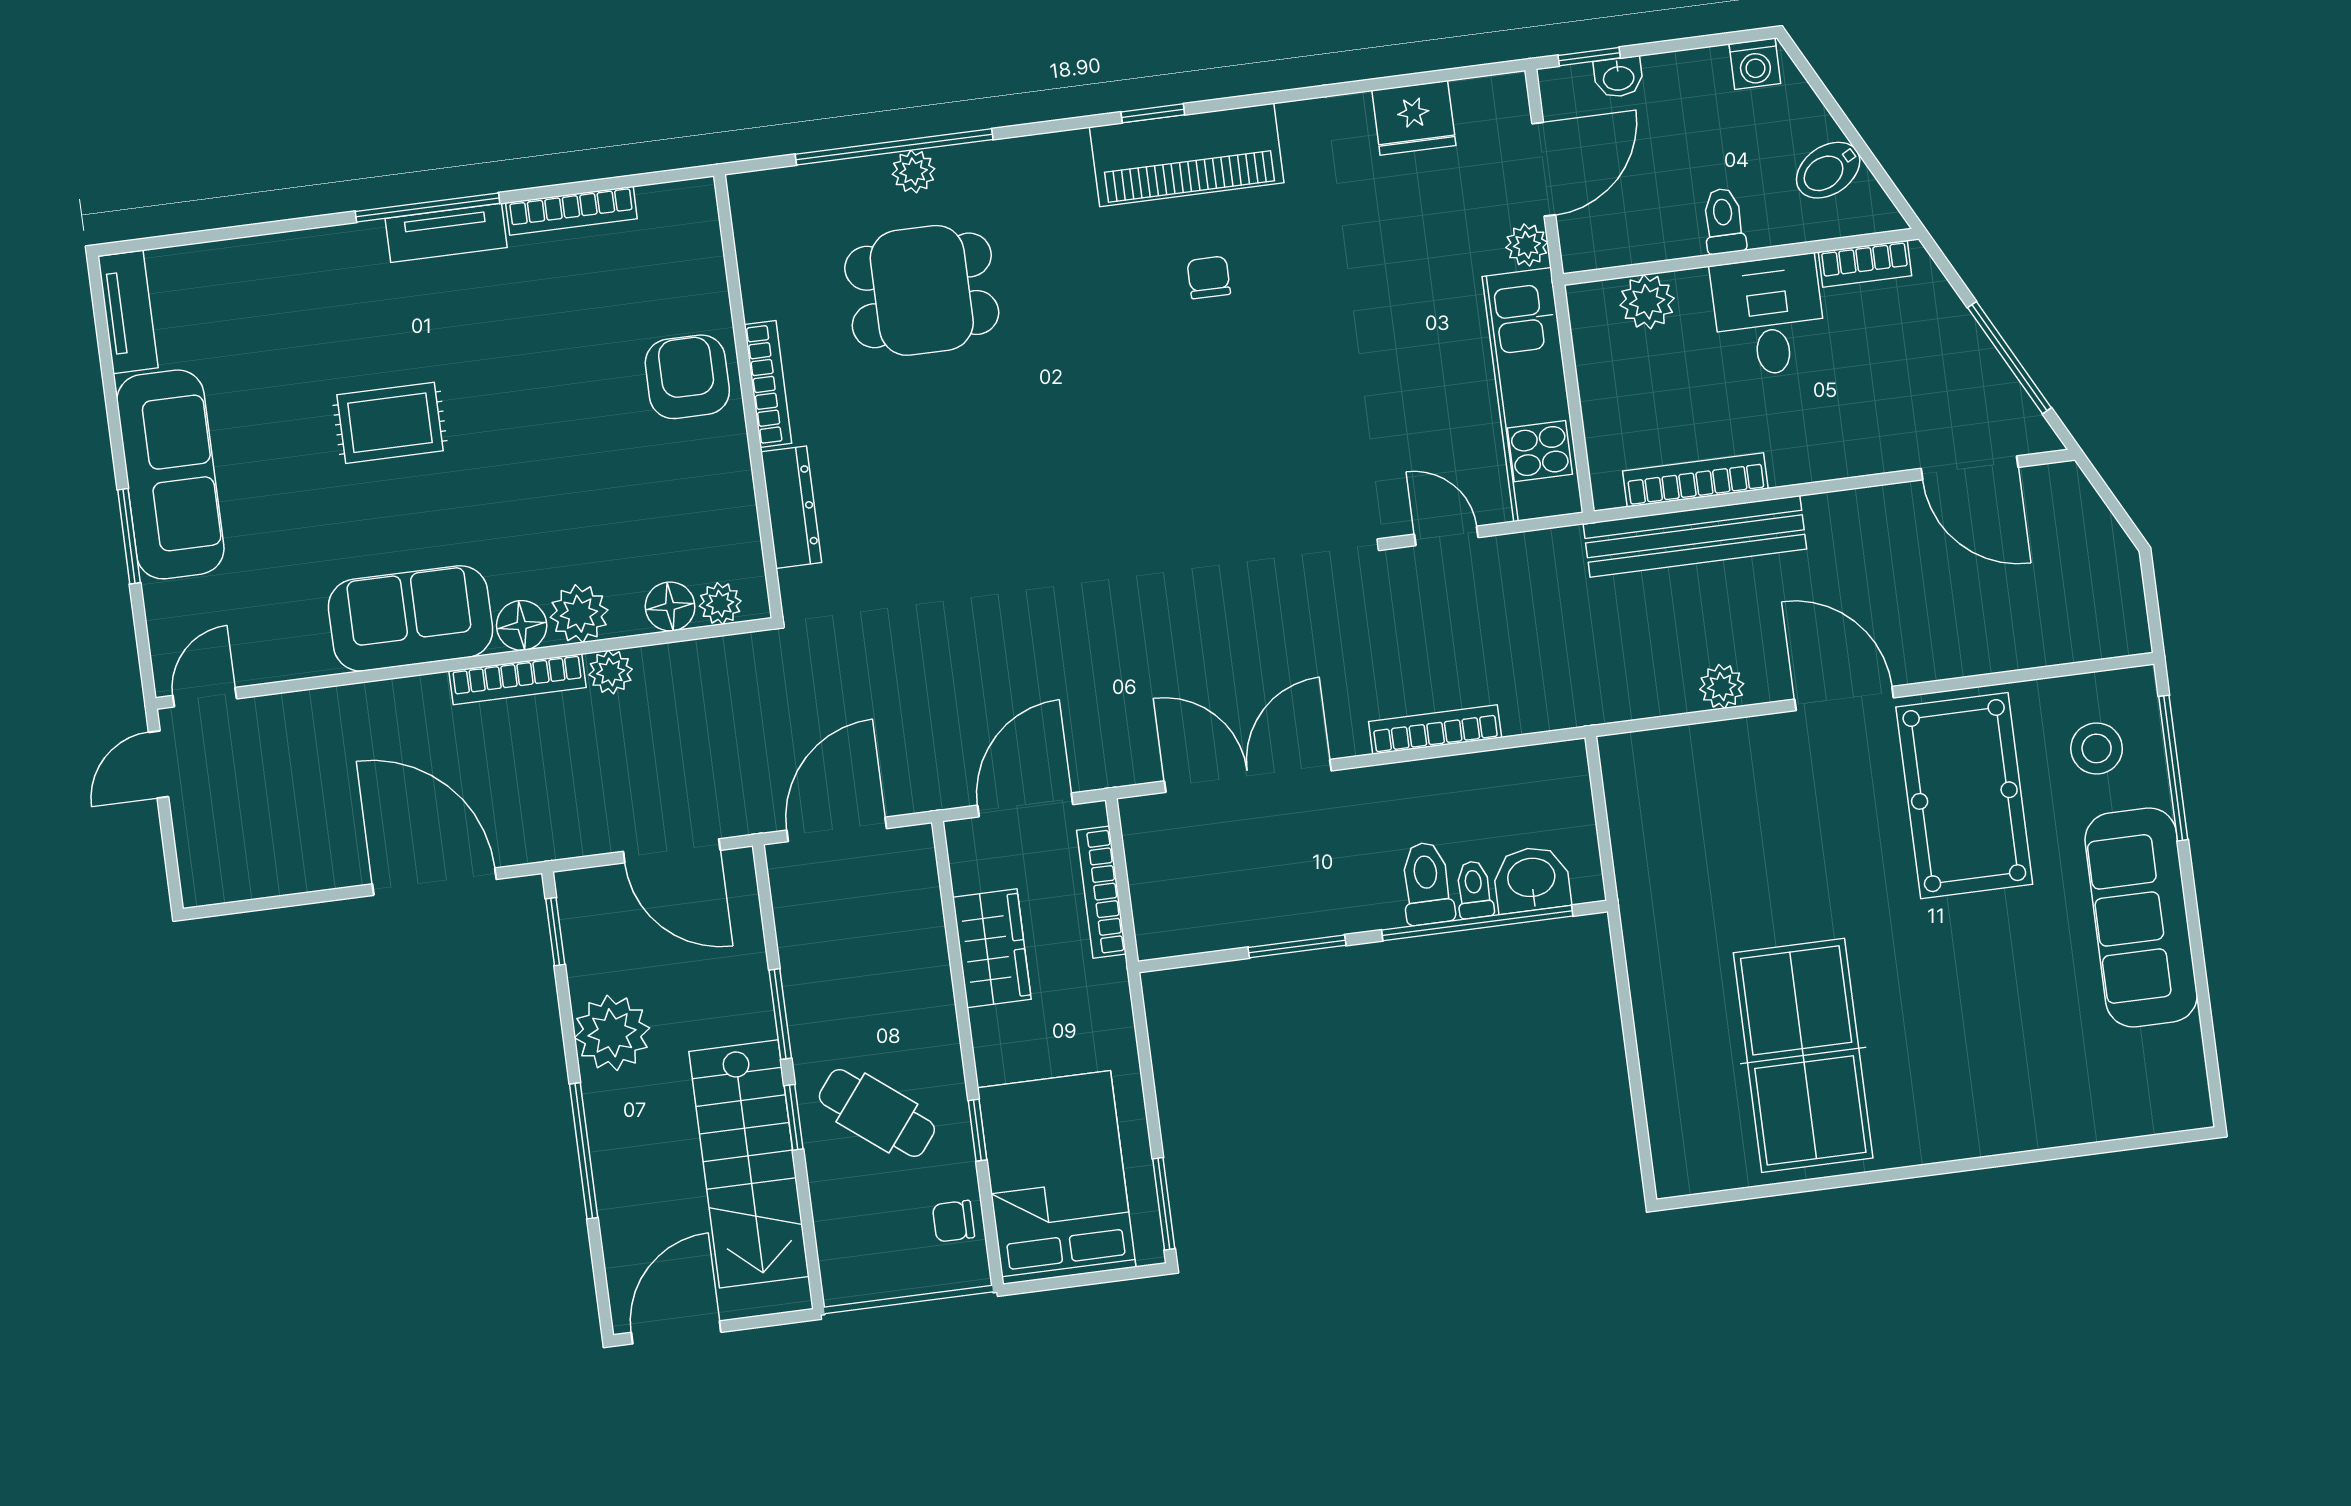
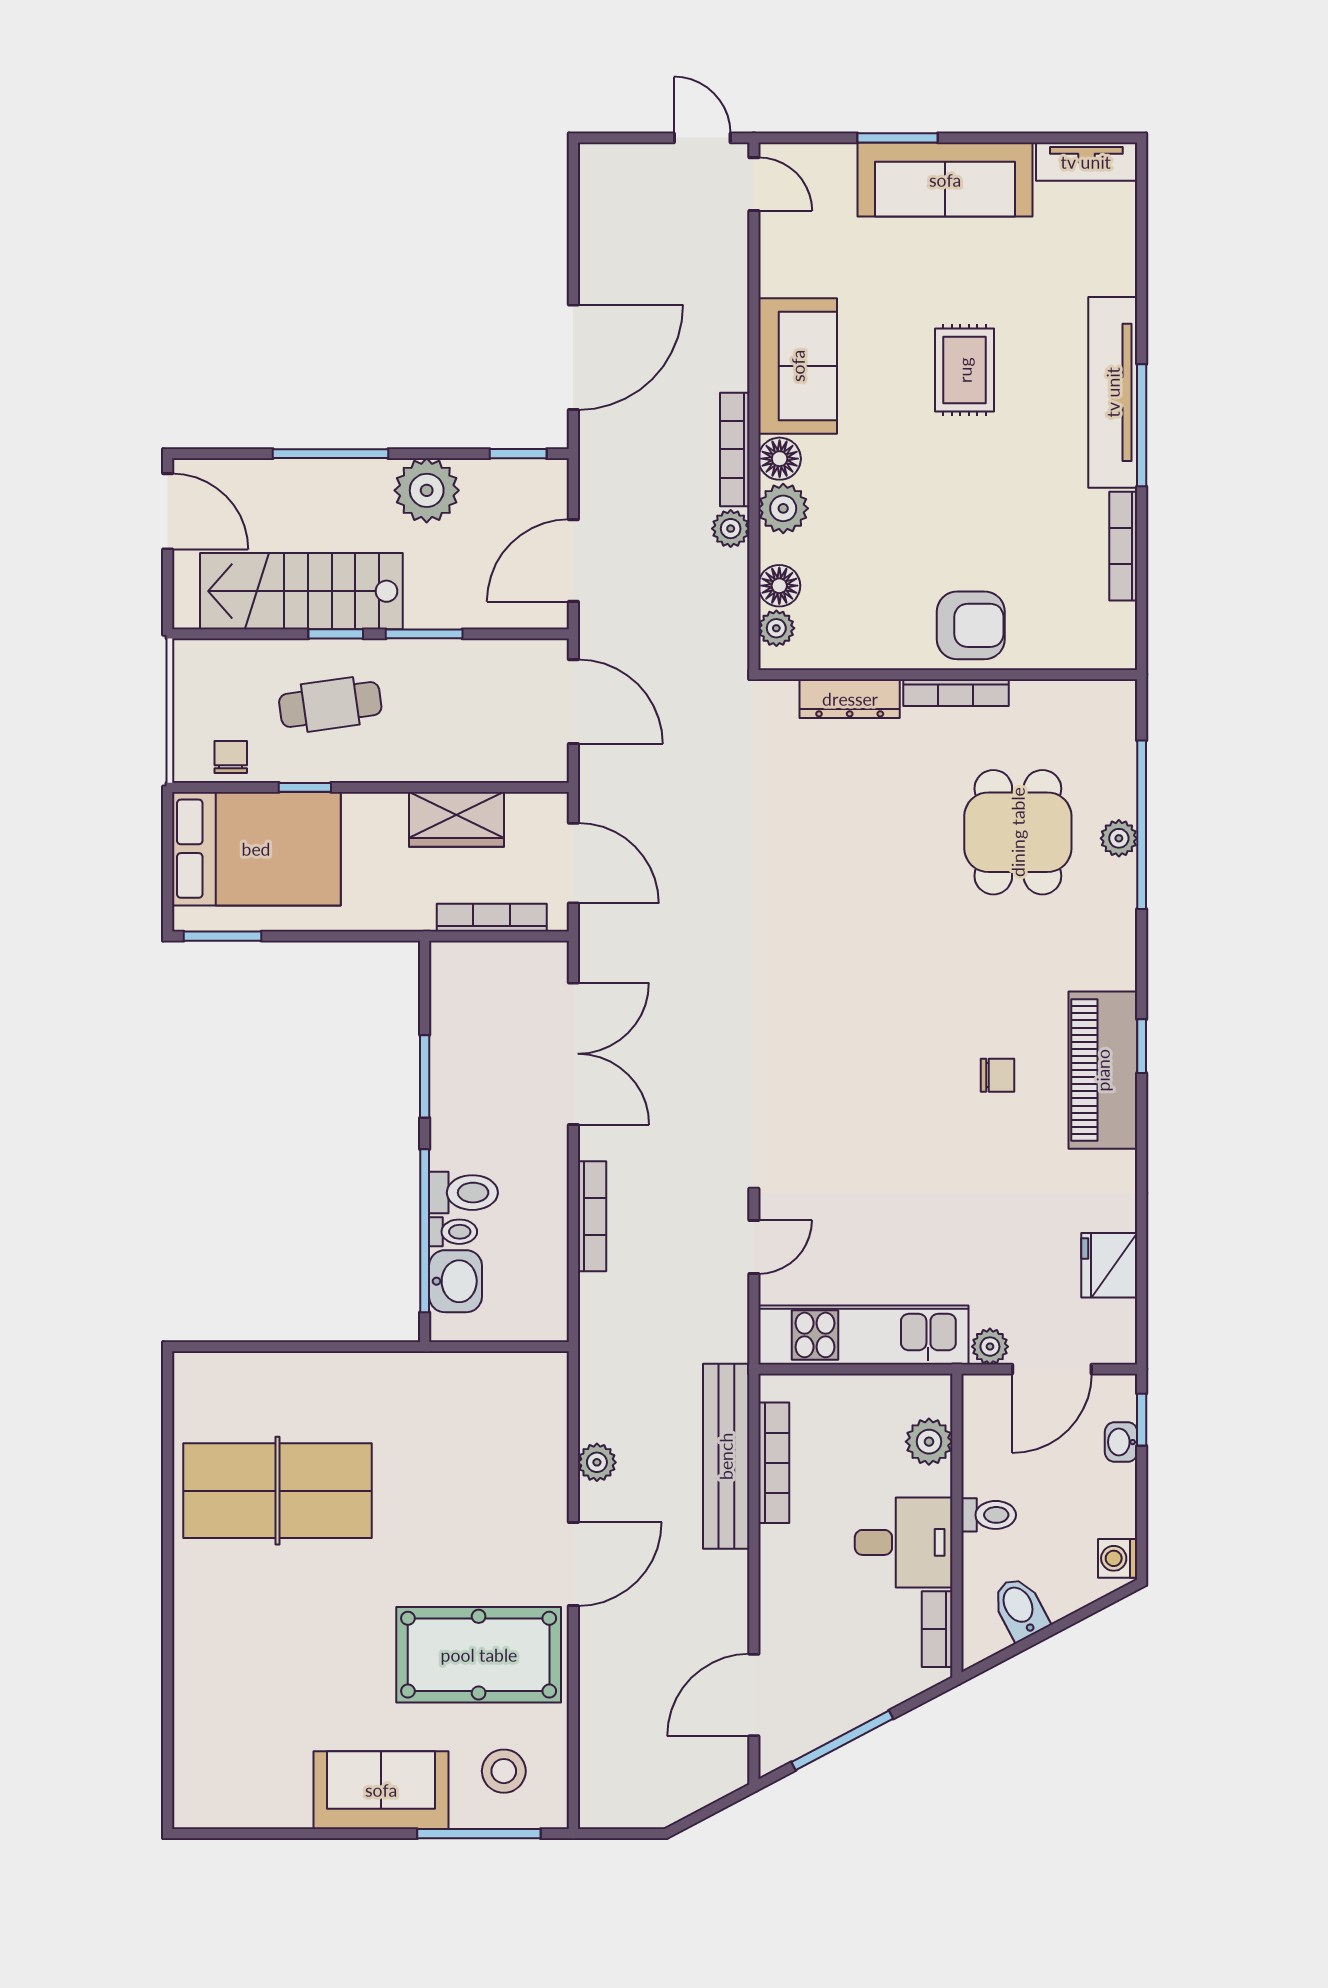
door: (1544, 169) -> (1052, 1369), hinge flipped
tv unit: (446, 233) -> (1113, 392), width x1.92, depth x1.29
sofa: (2141, 917) -> (381, 1790), width x0.73
cafe table: (877, 1113) -> (330, 704), turned 44

